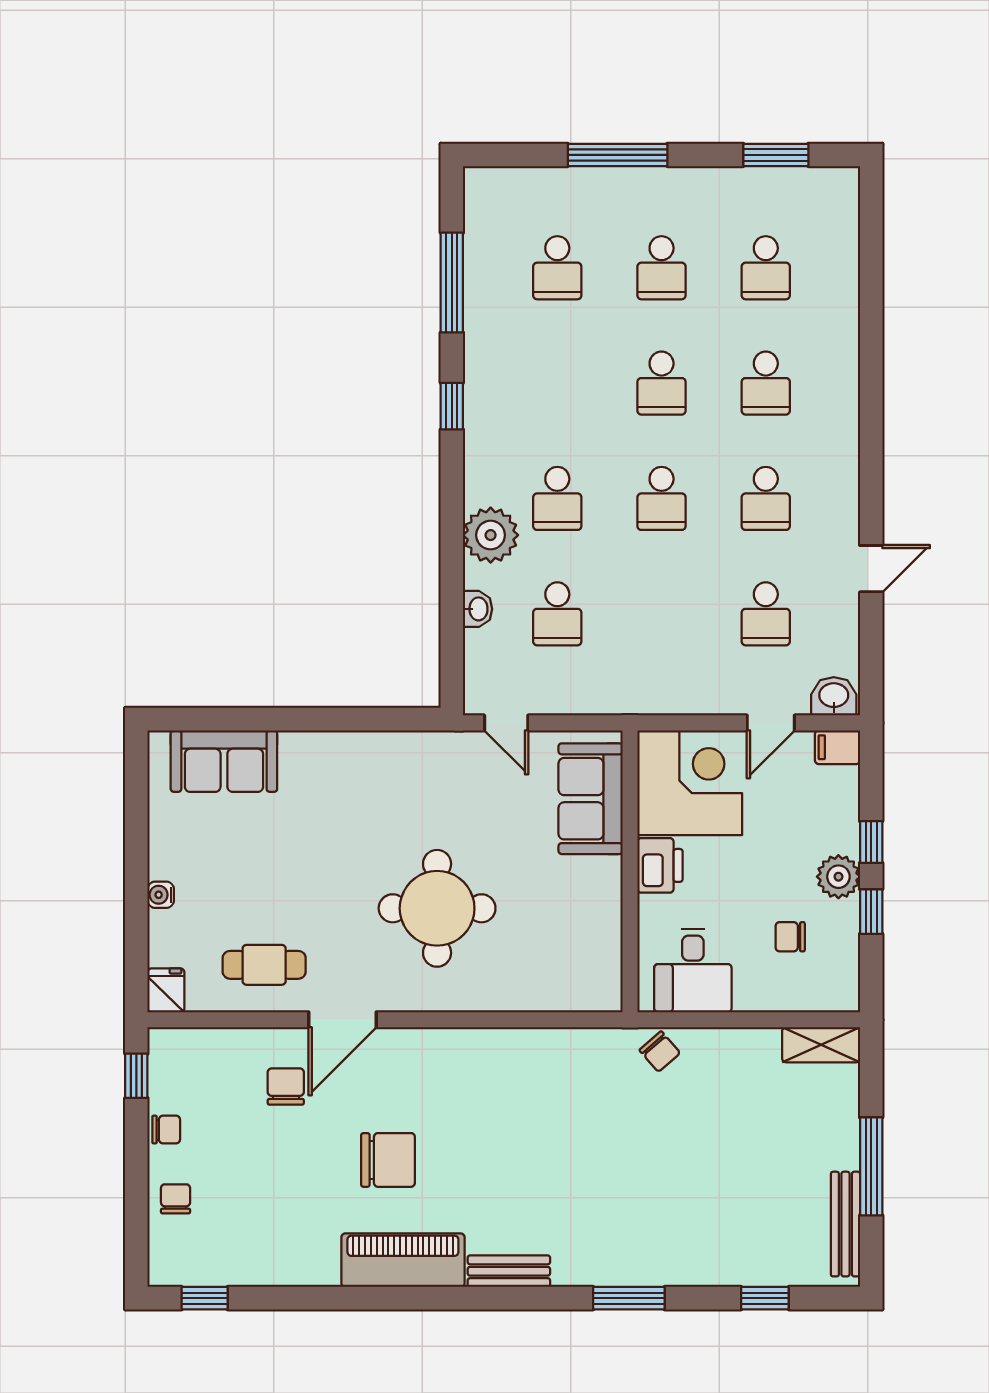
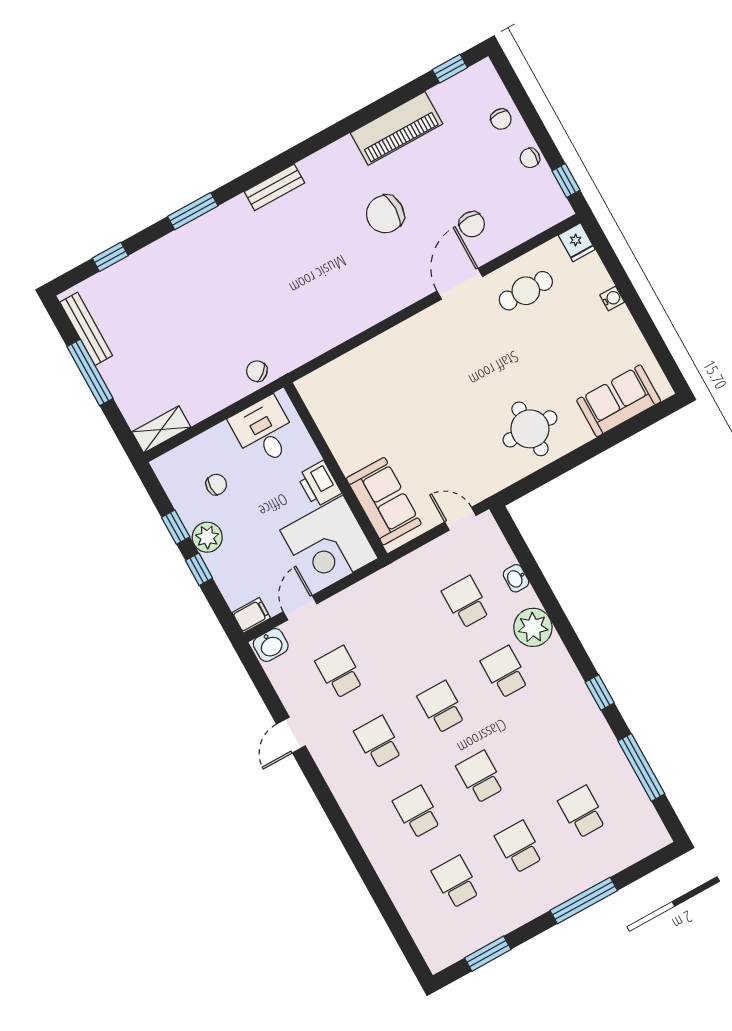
round table: (437, 908) -> (530, 429), moved, width x0.73, depth x0.73
piano: (403, 1260) -> (396, 128), moved

